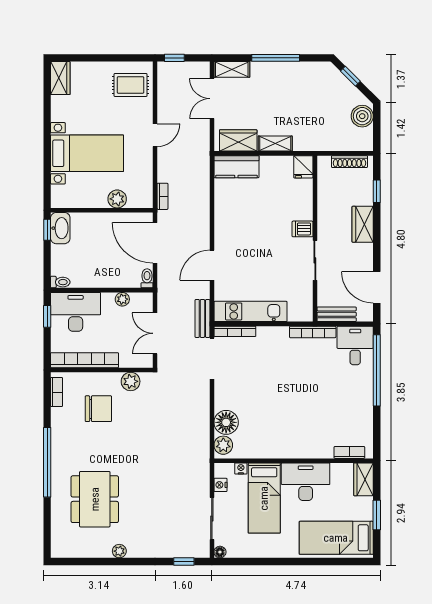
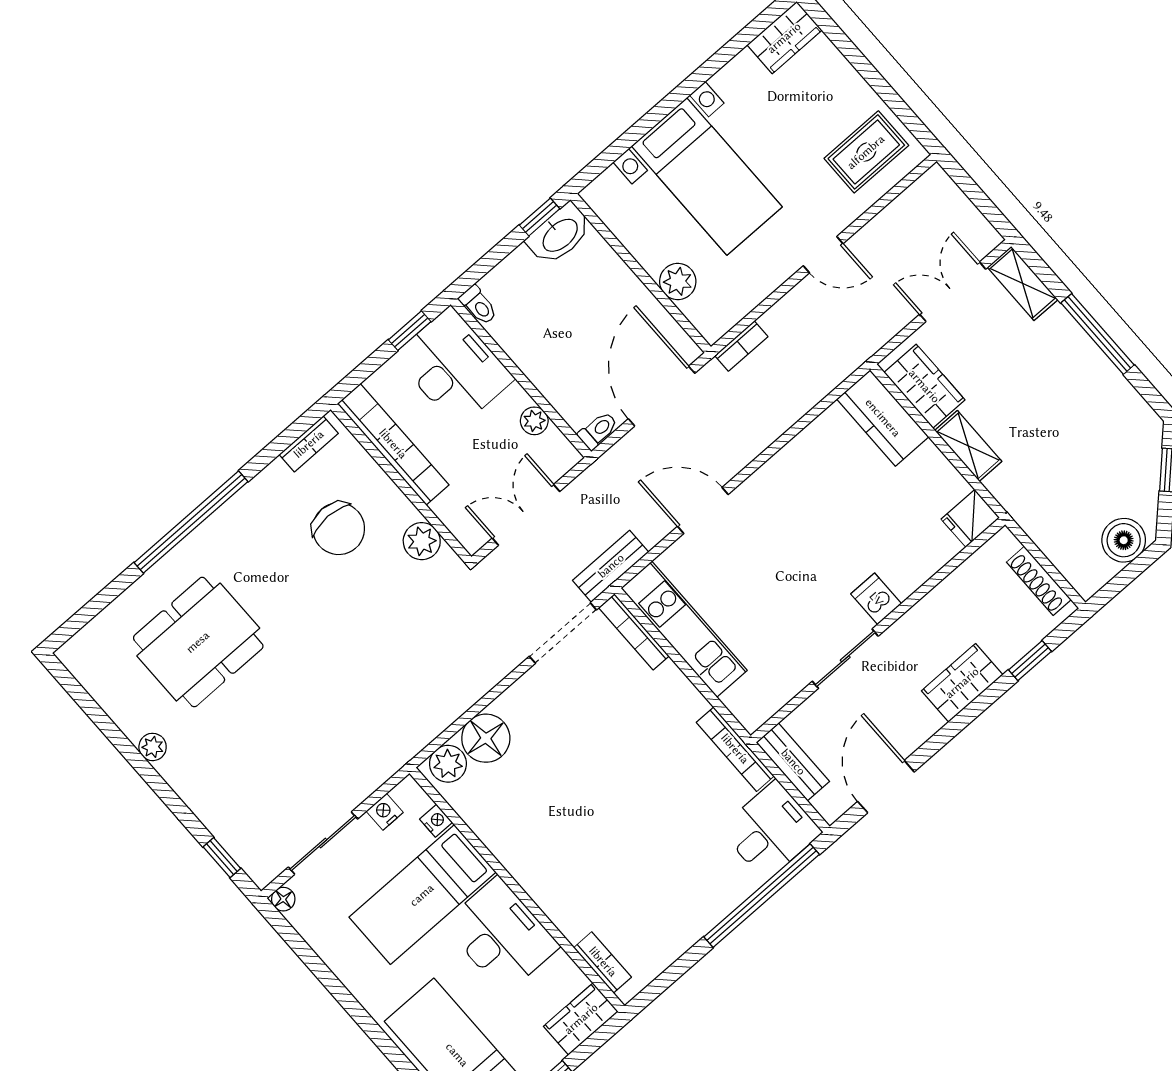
window: (174, 58) -> (965, 182), removed
rug: (131, 85) -> (866, 152), turned 90

